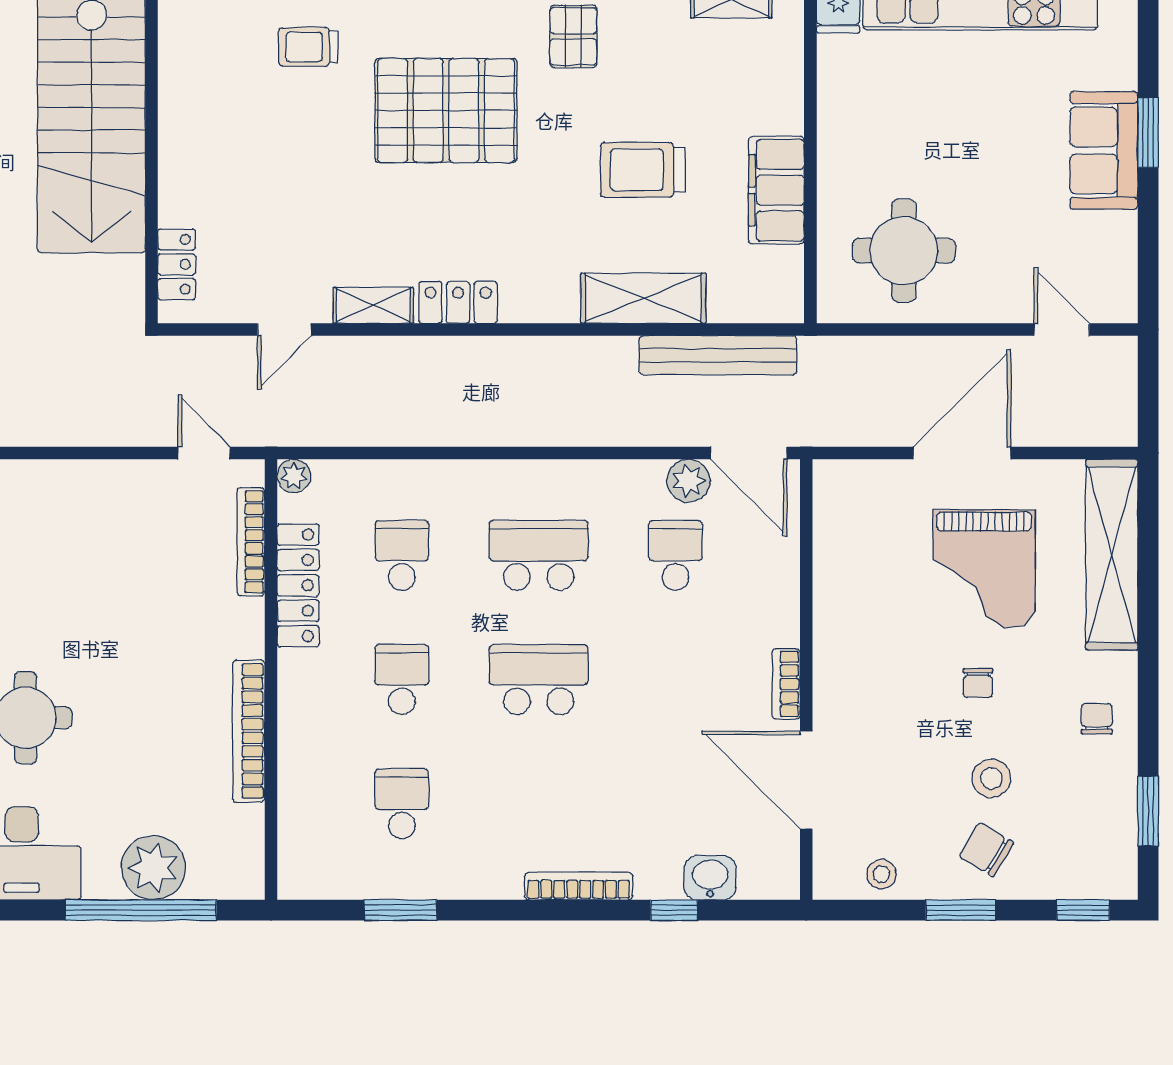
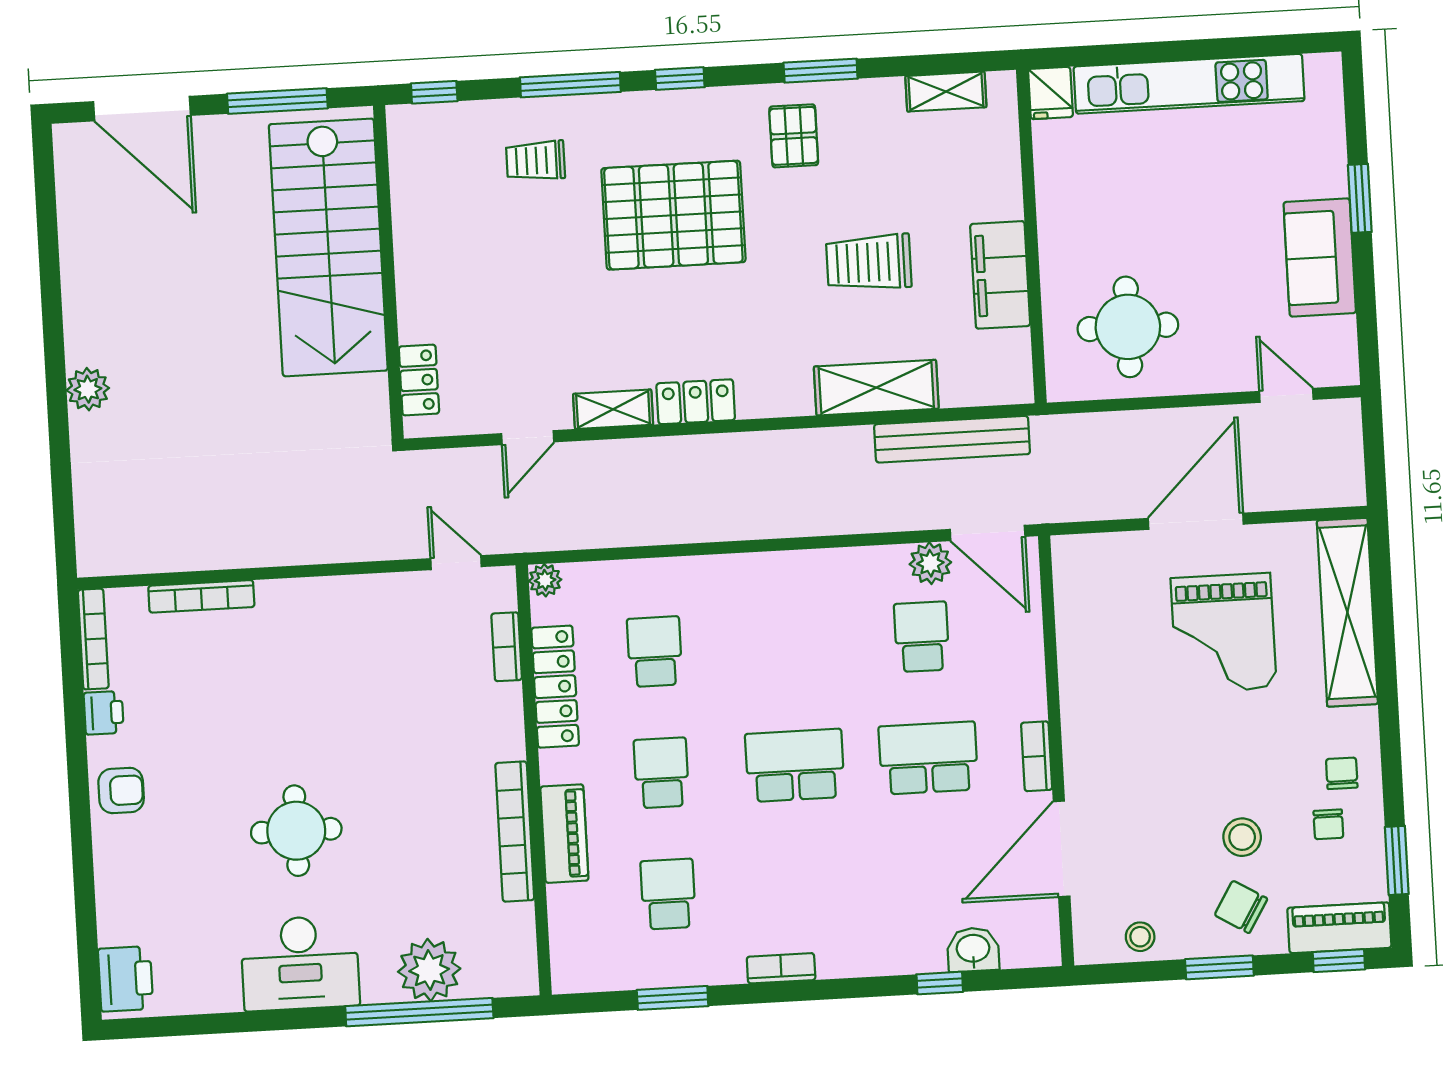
sofa: (1104, 150) -> (1320, 258), moved
bookcase: (251, 542) -> (507, 647), width x0.64
school desk: (539, 555) -> (928, 758), moved
chair: (978, 683) -> (1328, 824), moved
piano: (299, 736) -> (564, 834), added
door: (806, 780) -> (1062, 849), hinge flipped
piano: (1086, 876) -> (1339, 928), added
bookcase: (579, 886) -> (781, 968), moved, width x0.64

